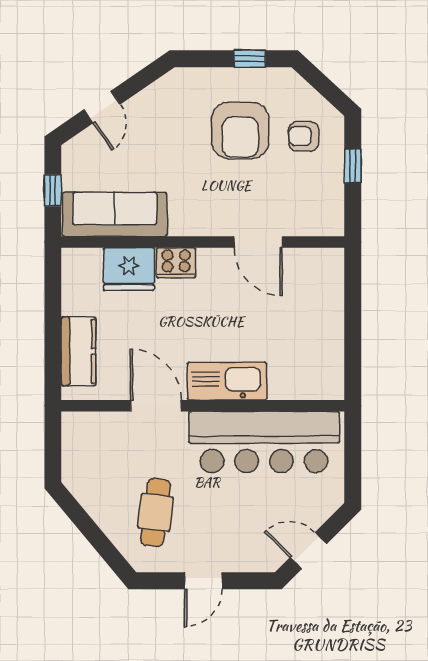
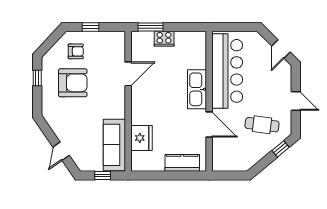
door: (102, 107) -> (61, 151), swing flipped
armchair: (304, 136) -> (76, 51), turned -90
cooker: (176, 263) -> (164, 39), moved, turned 90
window: (353, 287) -> (151, 27), added
door: (156, 406) -> (209, 125), swing flipped
window: (107, 550) -> (281, 149), added

